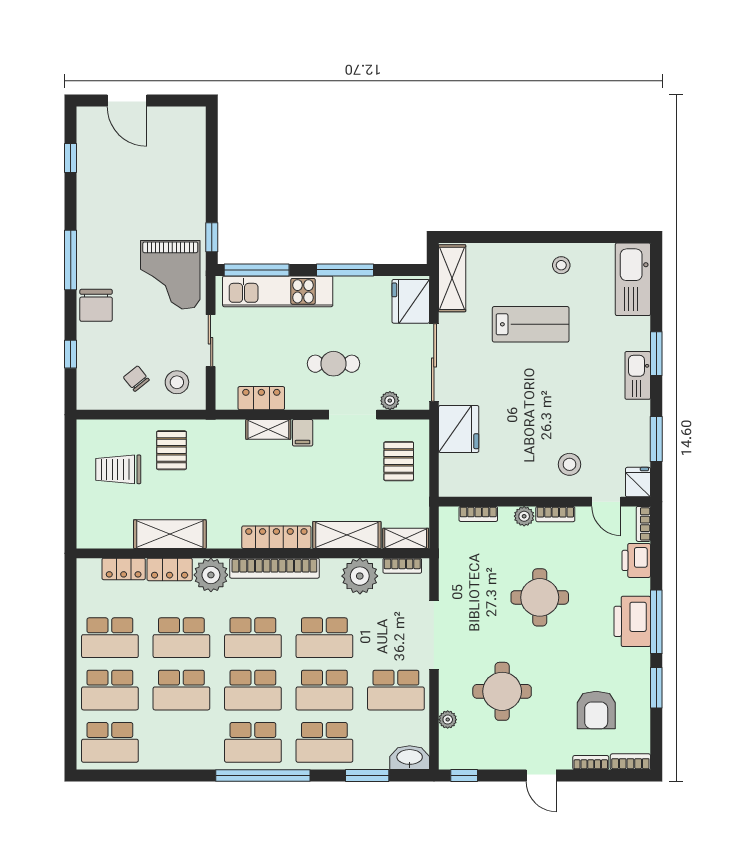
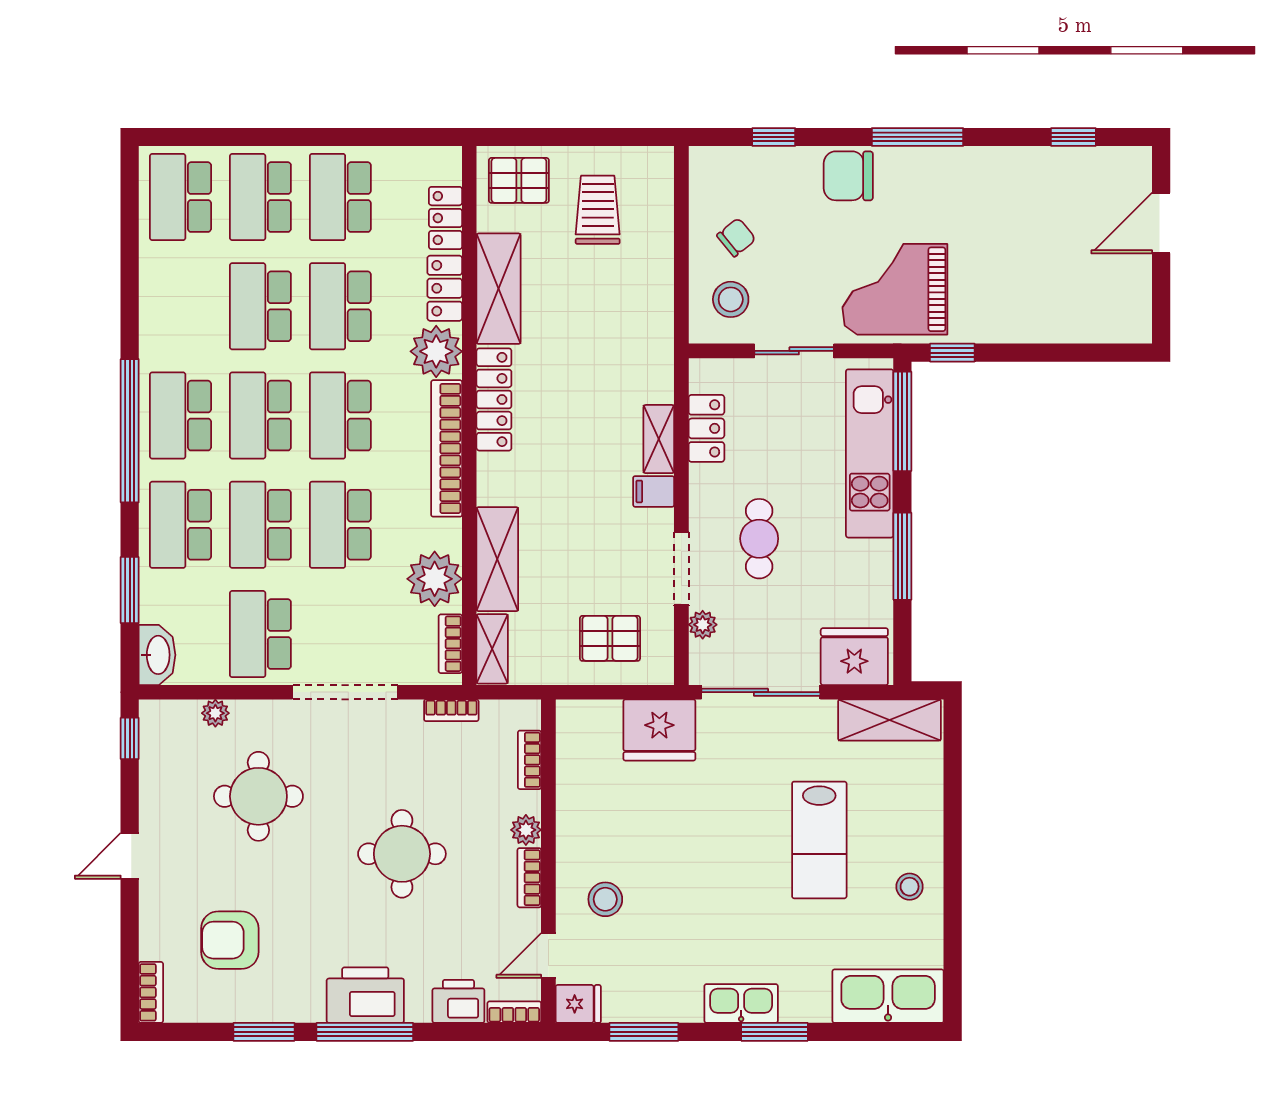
pallet: (172, 450) -> (519, 180), moved
locker: (276, 537) -> (494, 399), moved
bookcase: (591, 763) -> (451, 710), moved, turned 90

